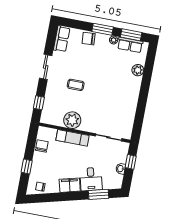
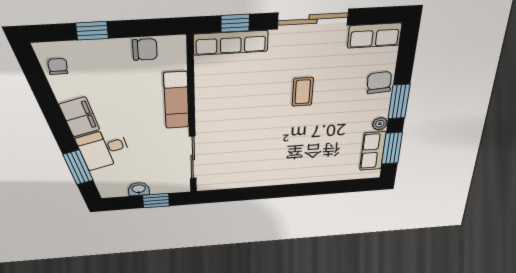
sliding door: (46, 67) -> (313, 19), width x1.37
plant: (138, 70) -> (328, 173), removed
coffee table: (76, 85) -> (303, 92), moved
row of seats: (48, 107) -> (231, 43), added
plant: (72, 120) -> (212, 92), removed

